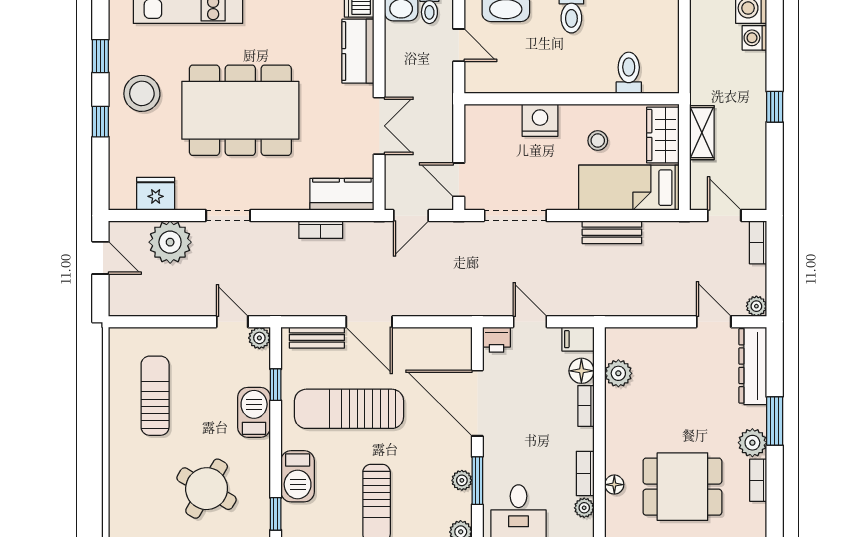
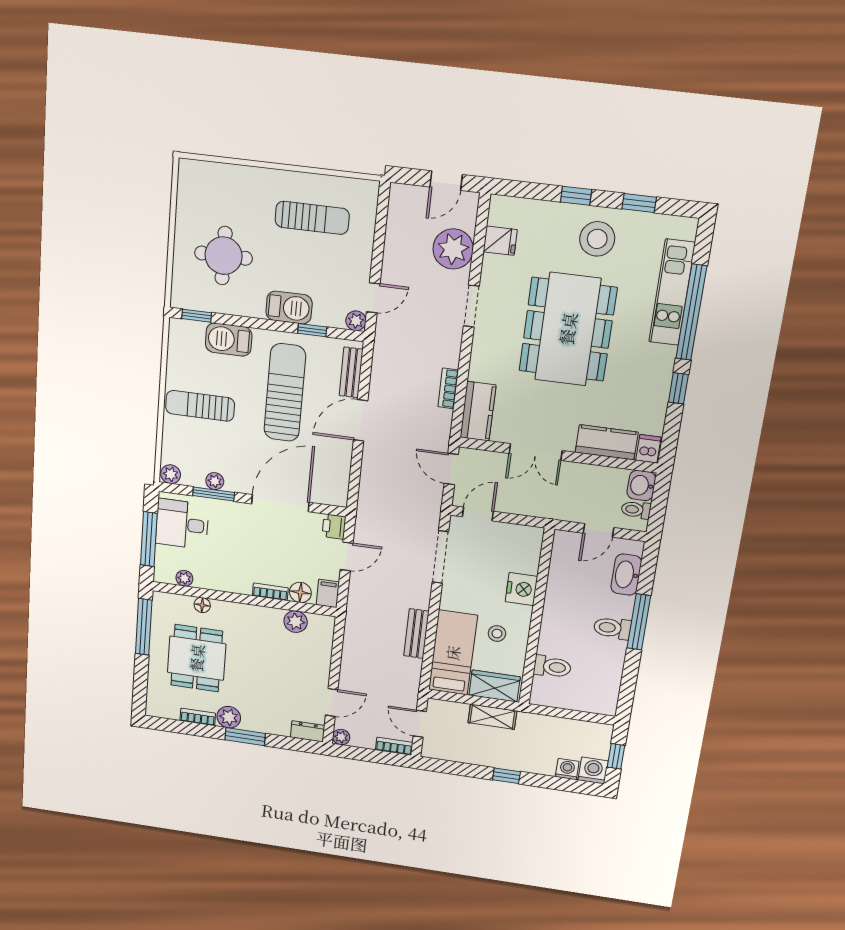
fridge: (156, 194) -> (500, 241), width x0.72
door: (724, 216) -> (420, 724), swing flipped
dresser: (753, 366) -> (308, 731), width x0.51, depth x0.80
bookcase: (585, 474) -> (213, 583), removed
round table: (207, 489) -> (224, 256), turned -30

